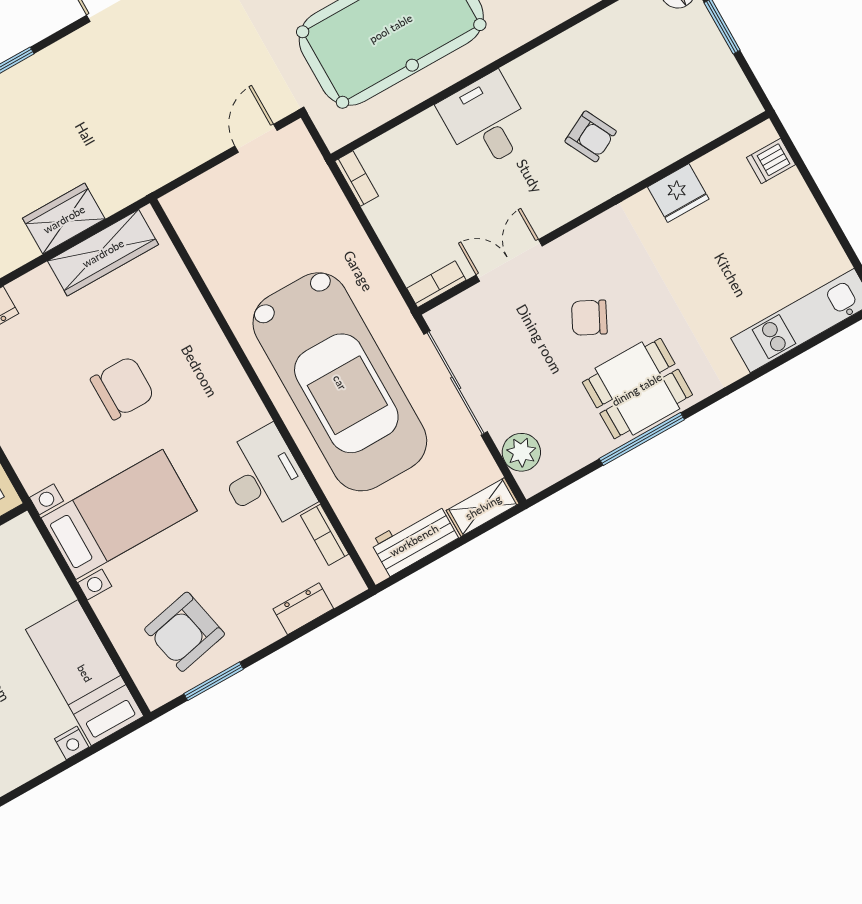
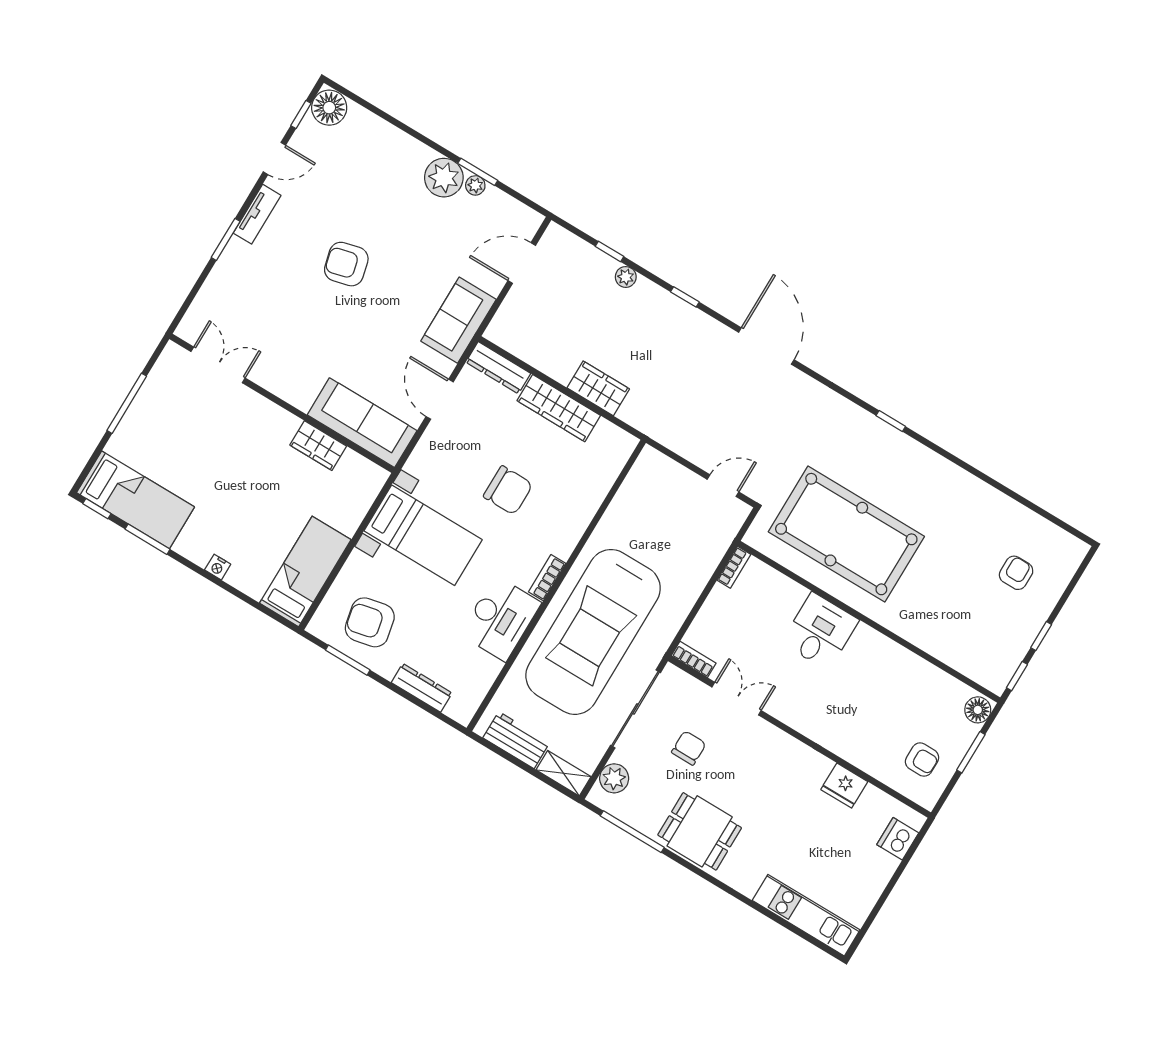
armchair: (591, 136) -> (922, 760), moved, turned -63
dishwasher: (771, 161) -> (898, 839), width x1.38
wardrobe: (103, 253) -> (559, 408), moved
chair: (589, 318) -> (689, 748), moved, turned 63
window: (642, 439) -> (632, 832), moved
bookcase: (325, 535) -> (547, 578), moved
dresser: (303, 609) -> (422, 688), width x1.44
nightstand: (72, 743) -> (218, 567), moved

